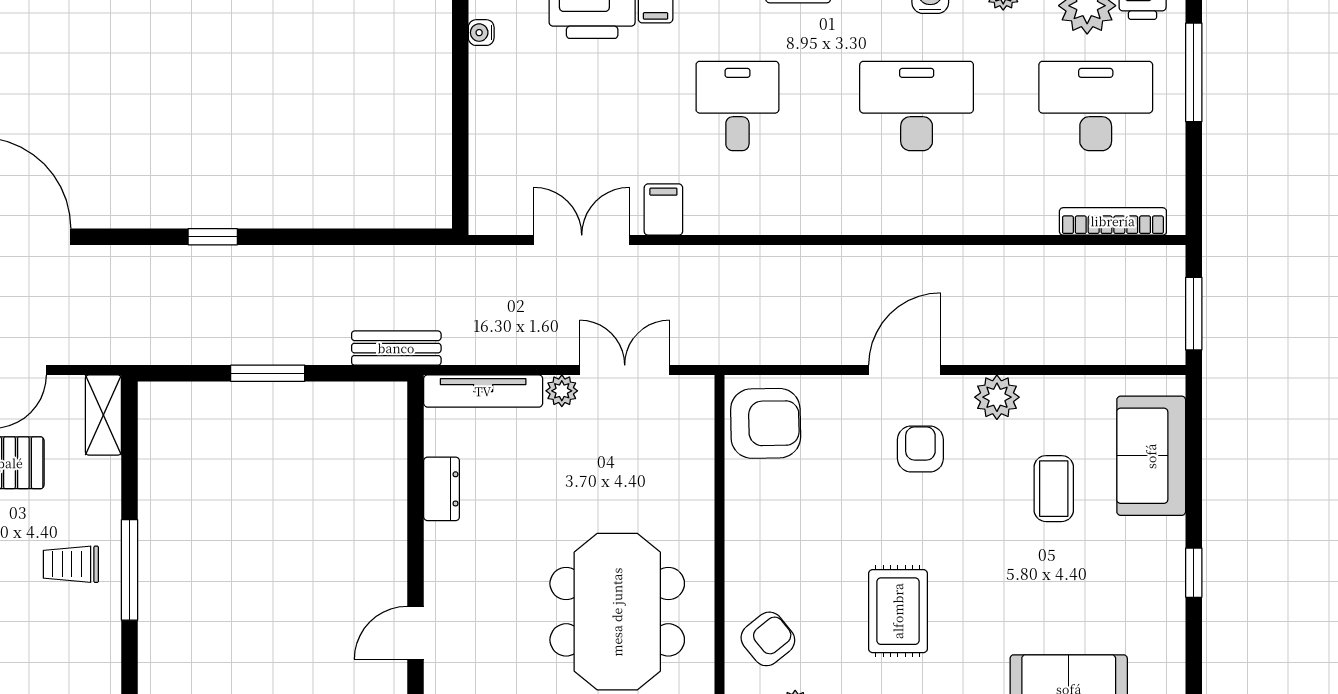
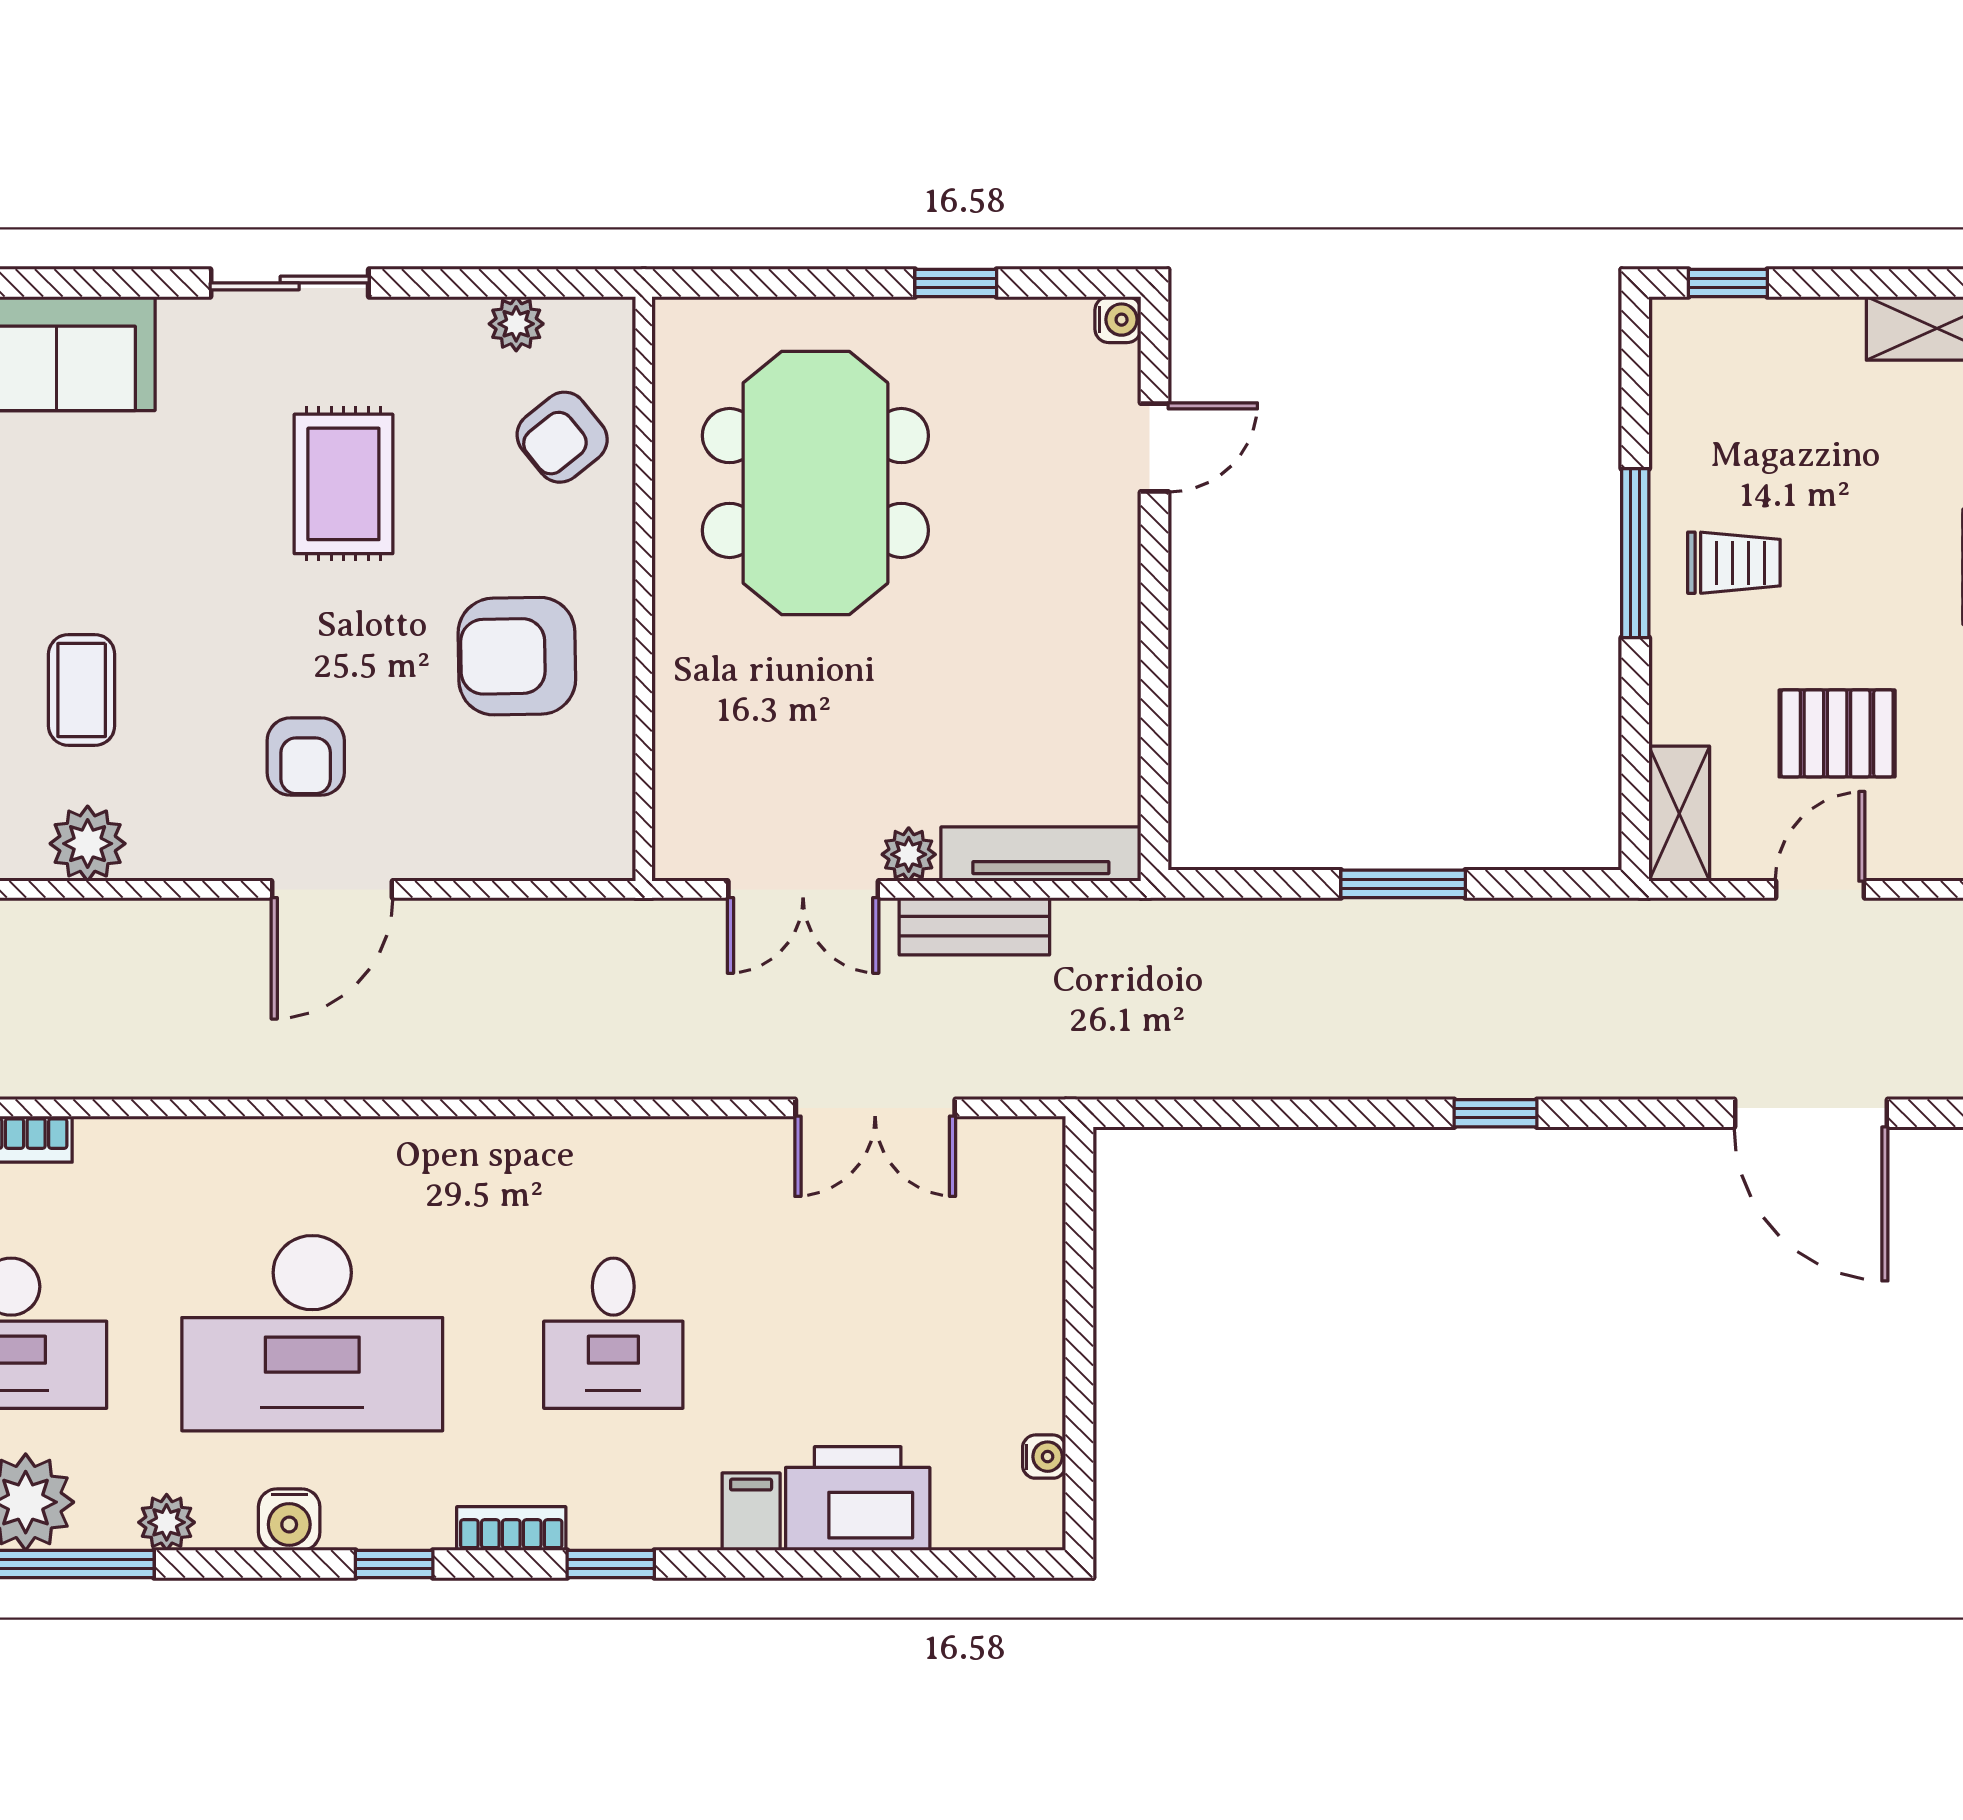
desk: (917, 106) -> (312, 1333), width x1.36, depth x1.30
filing cabinet: (663, 210) -> (738, 1159), removed
bench: (396, 348) -> (974, 926), moved
plant: (997, 397) -> (88, 844), moved
armchair: (766, 423) -> (517, 656), moved
dresser: (442, 489) -> (1111, 689), removed

